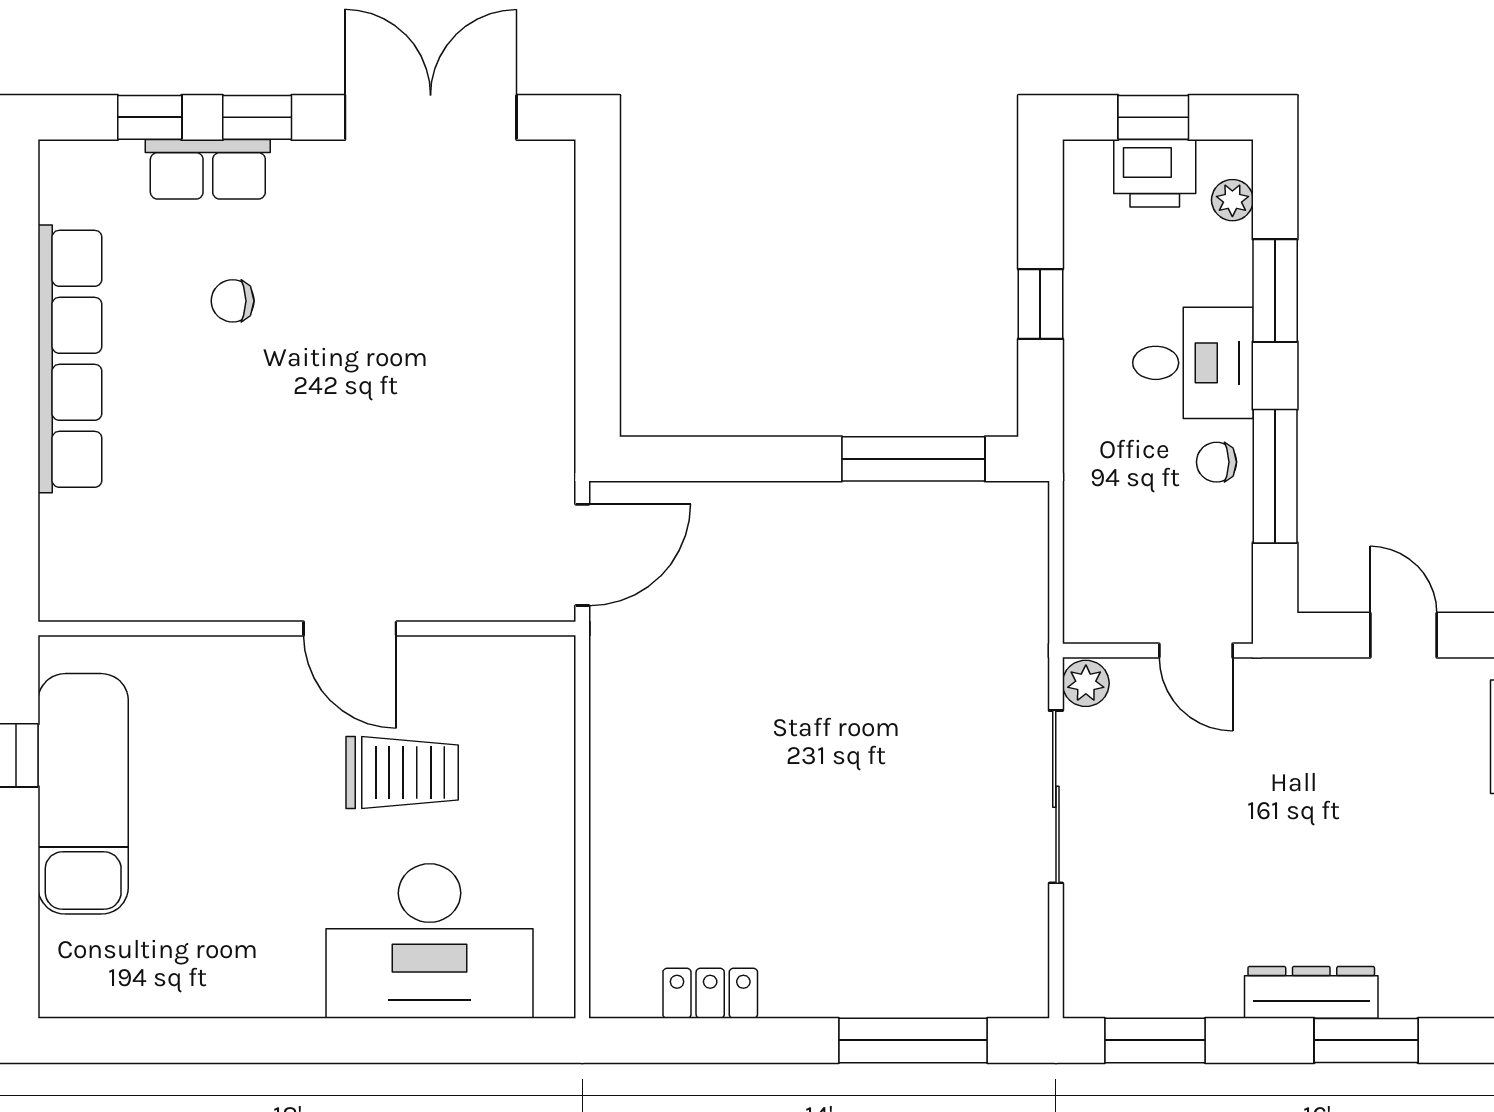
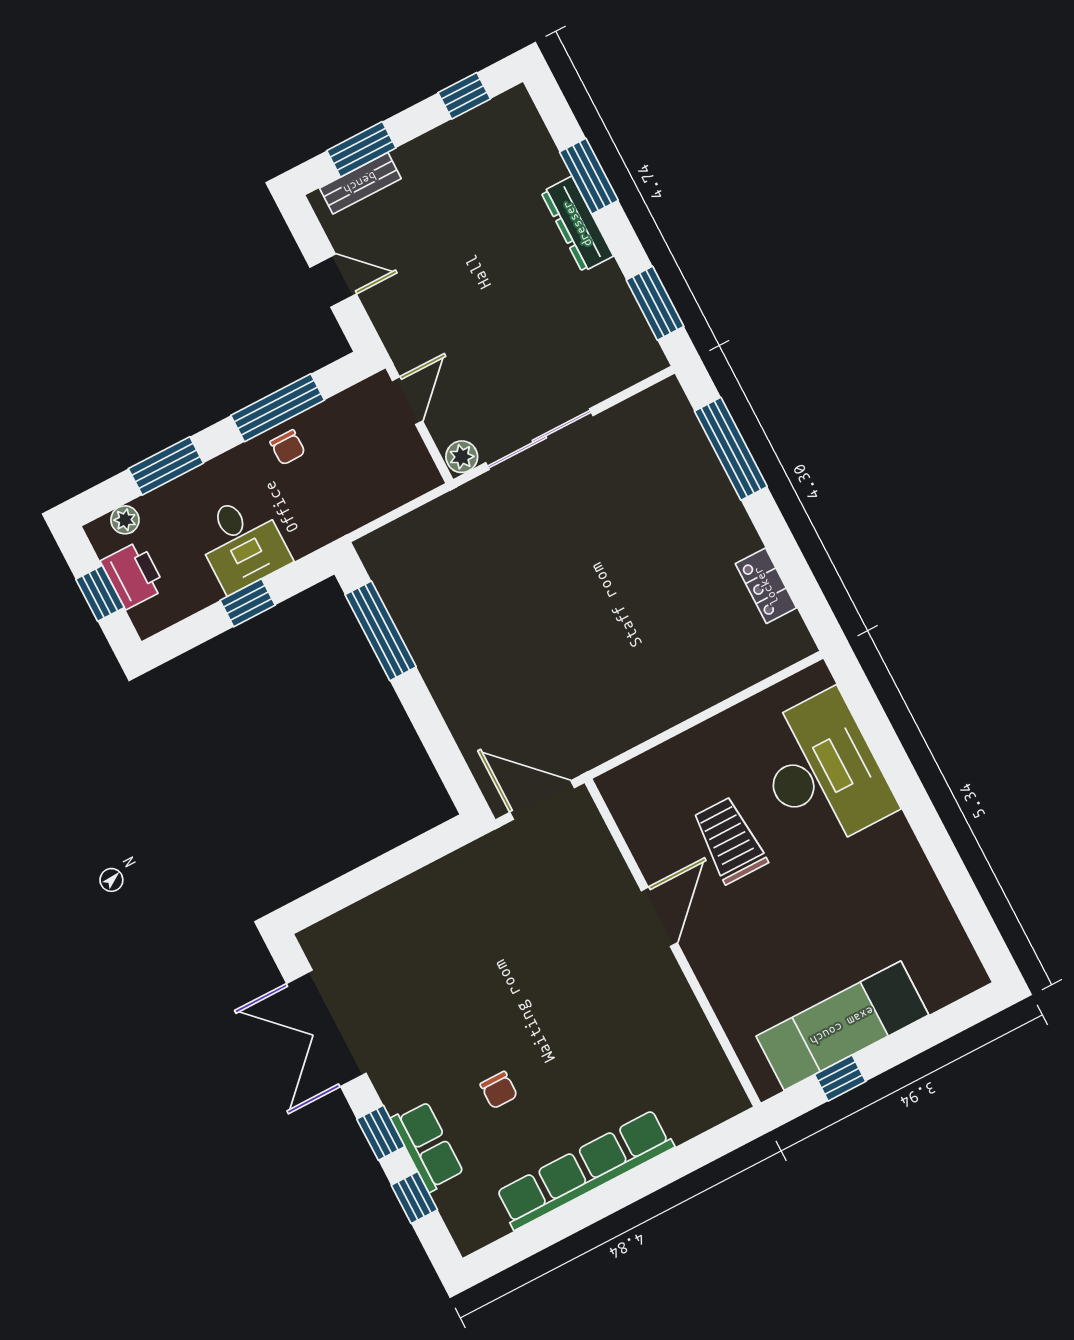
desk: (1193, 363) -> (242, 543), moved, turned 180
door: (1403, 635) -> (333, 281), swing flipped

